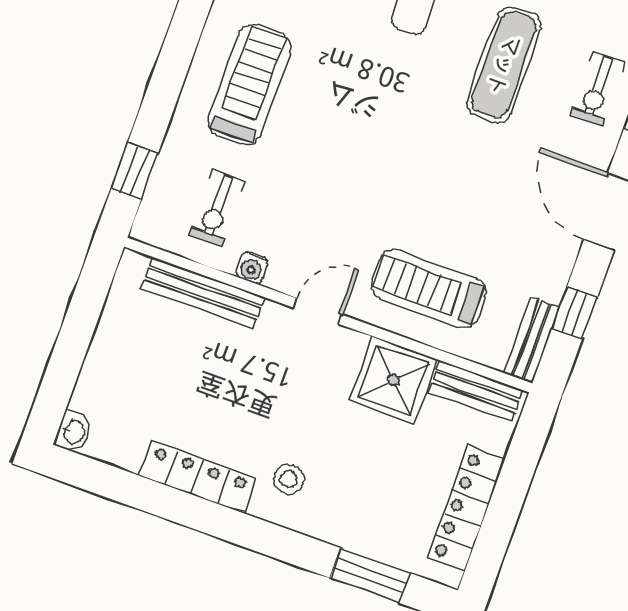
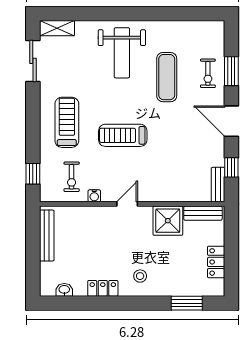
treadmill: (429, 288) -> (123, 135), moved
bench: (203, 293) -> (47, 236), moved, turned 90
washbasin: (73, 432) -> (64, 290), moved, turned -90
locker: (197, 477) -> (103, 288), width x0.66
locker: (466, 509) -> (216, 262), width x0.66

